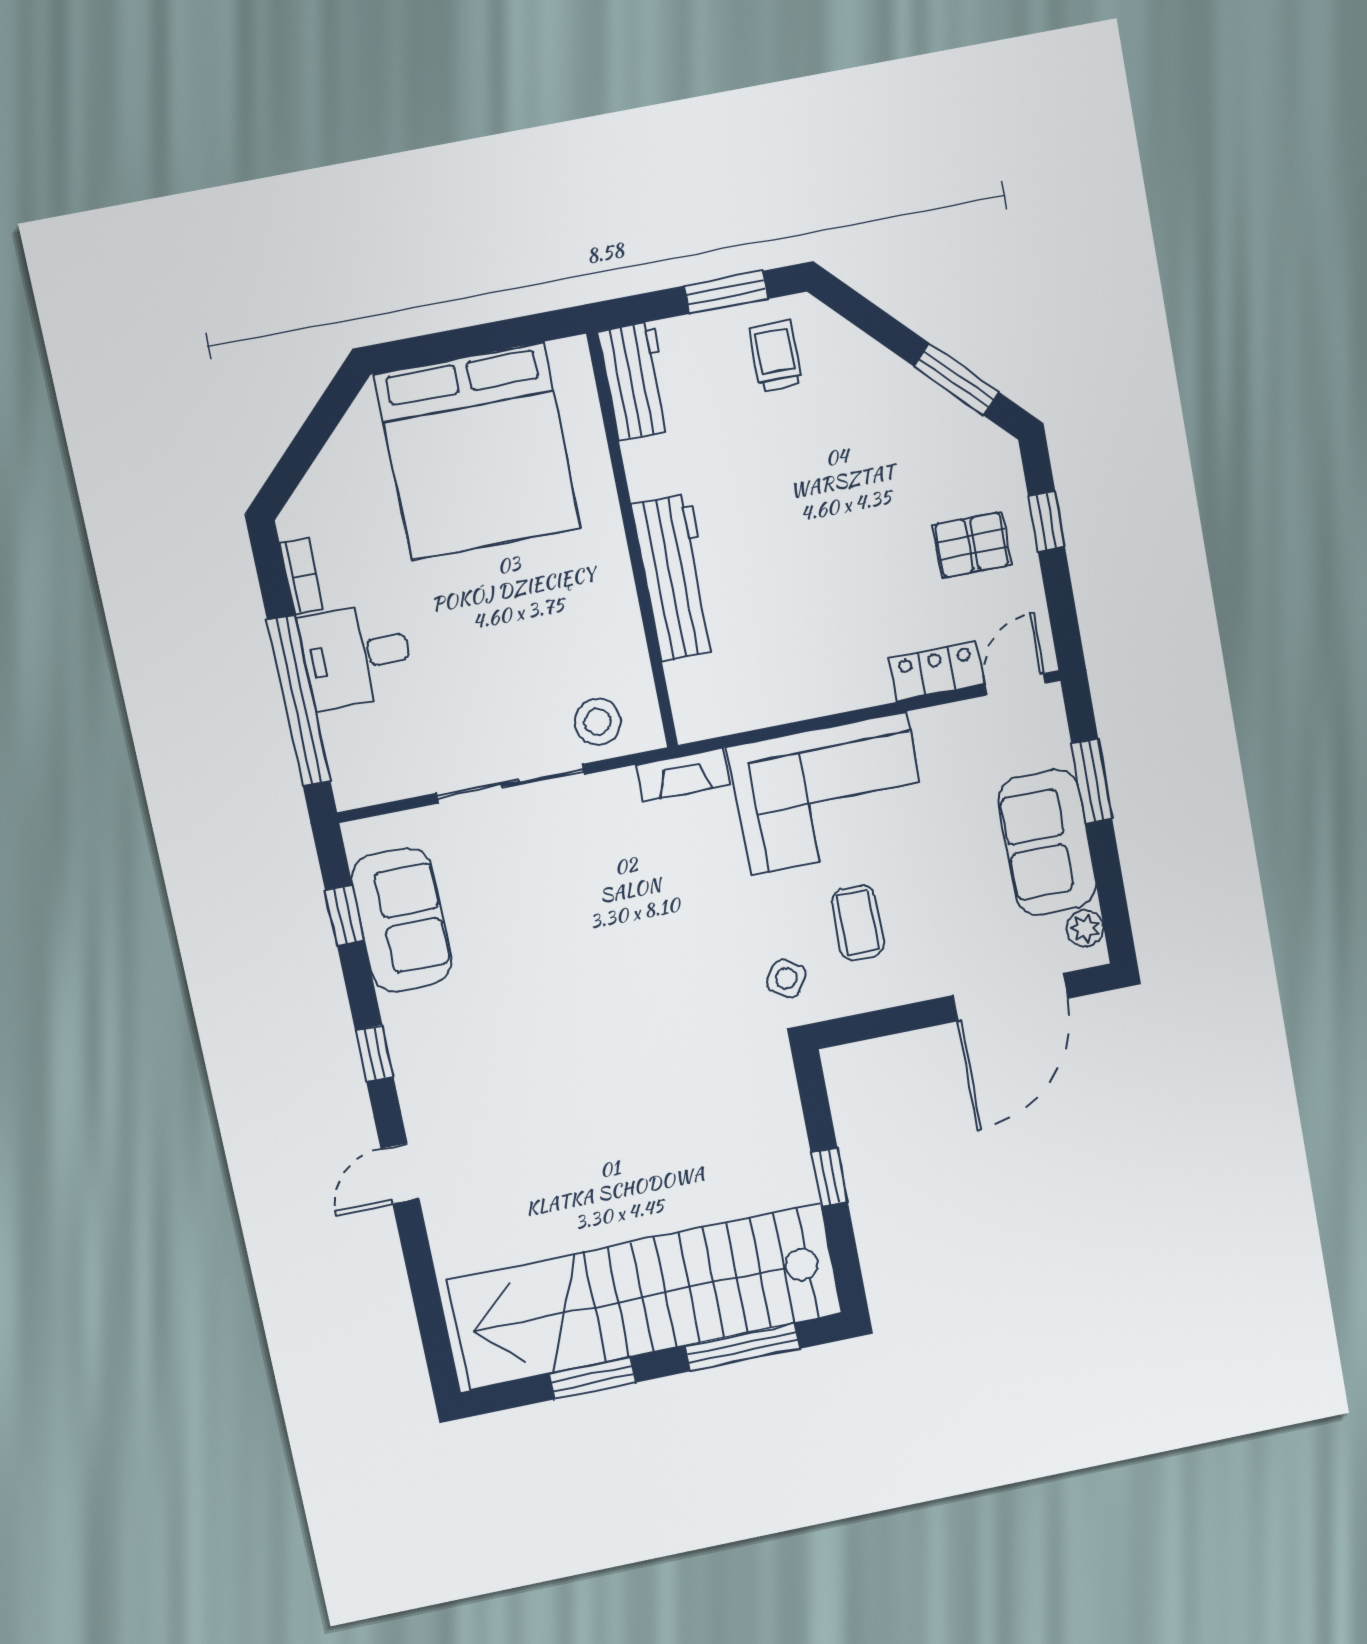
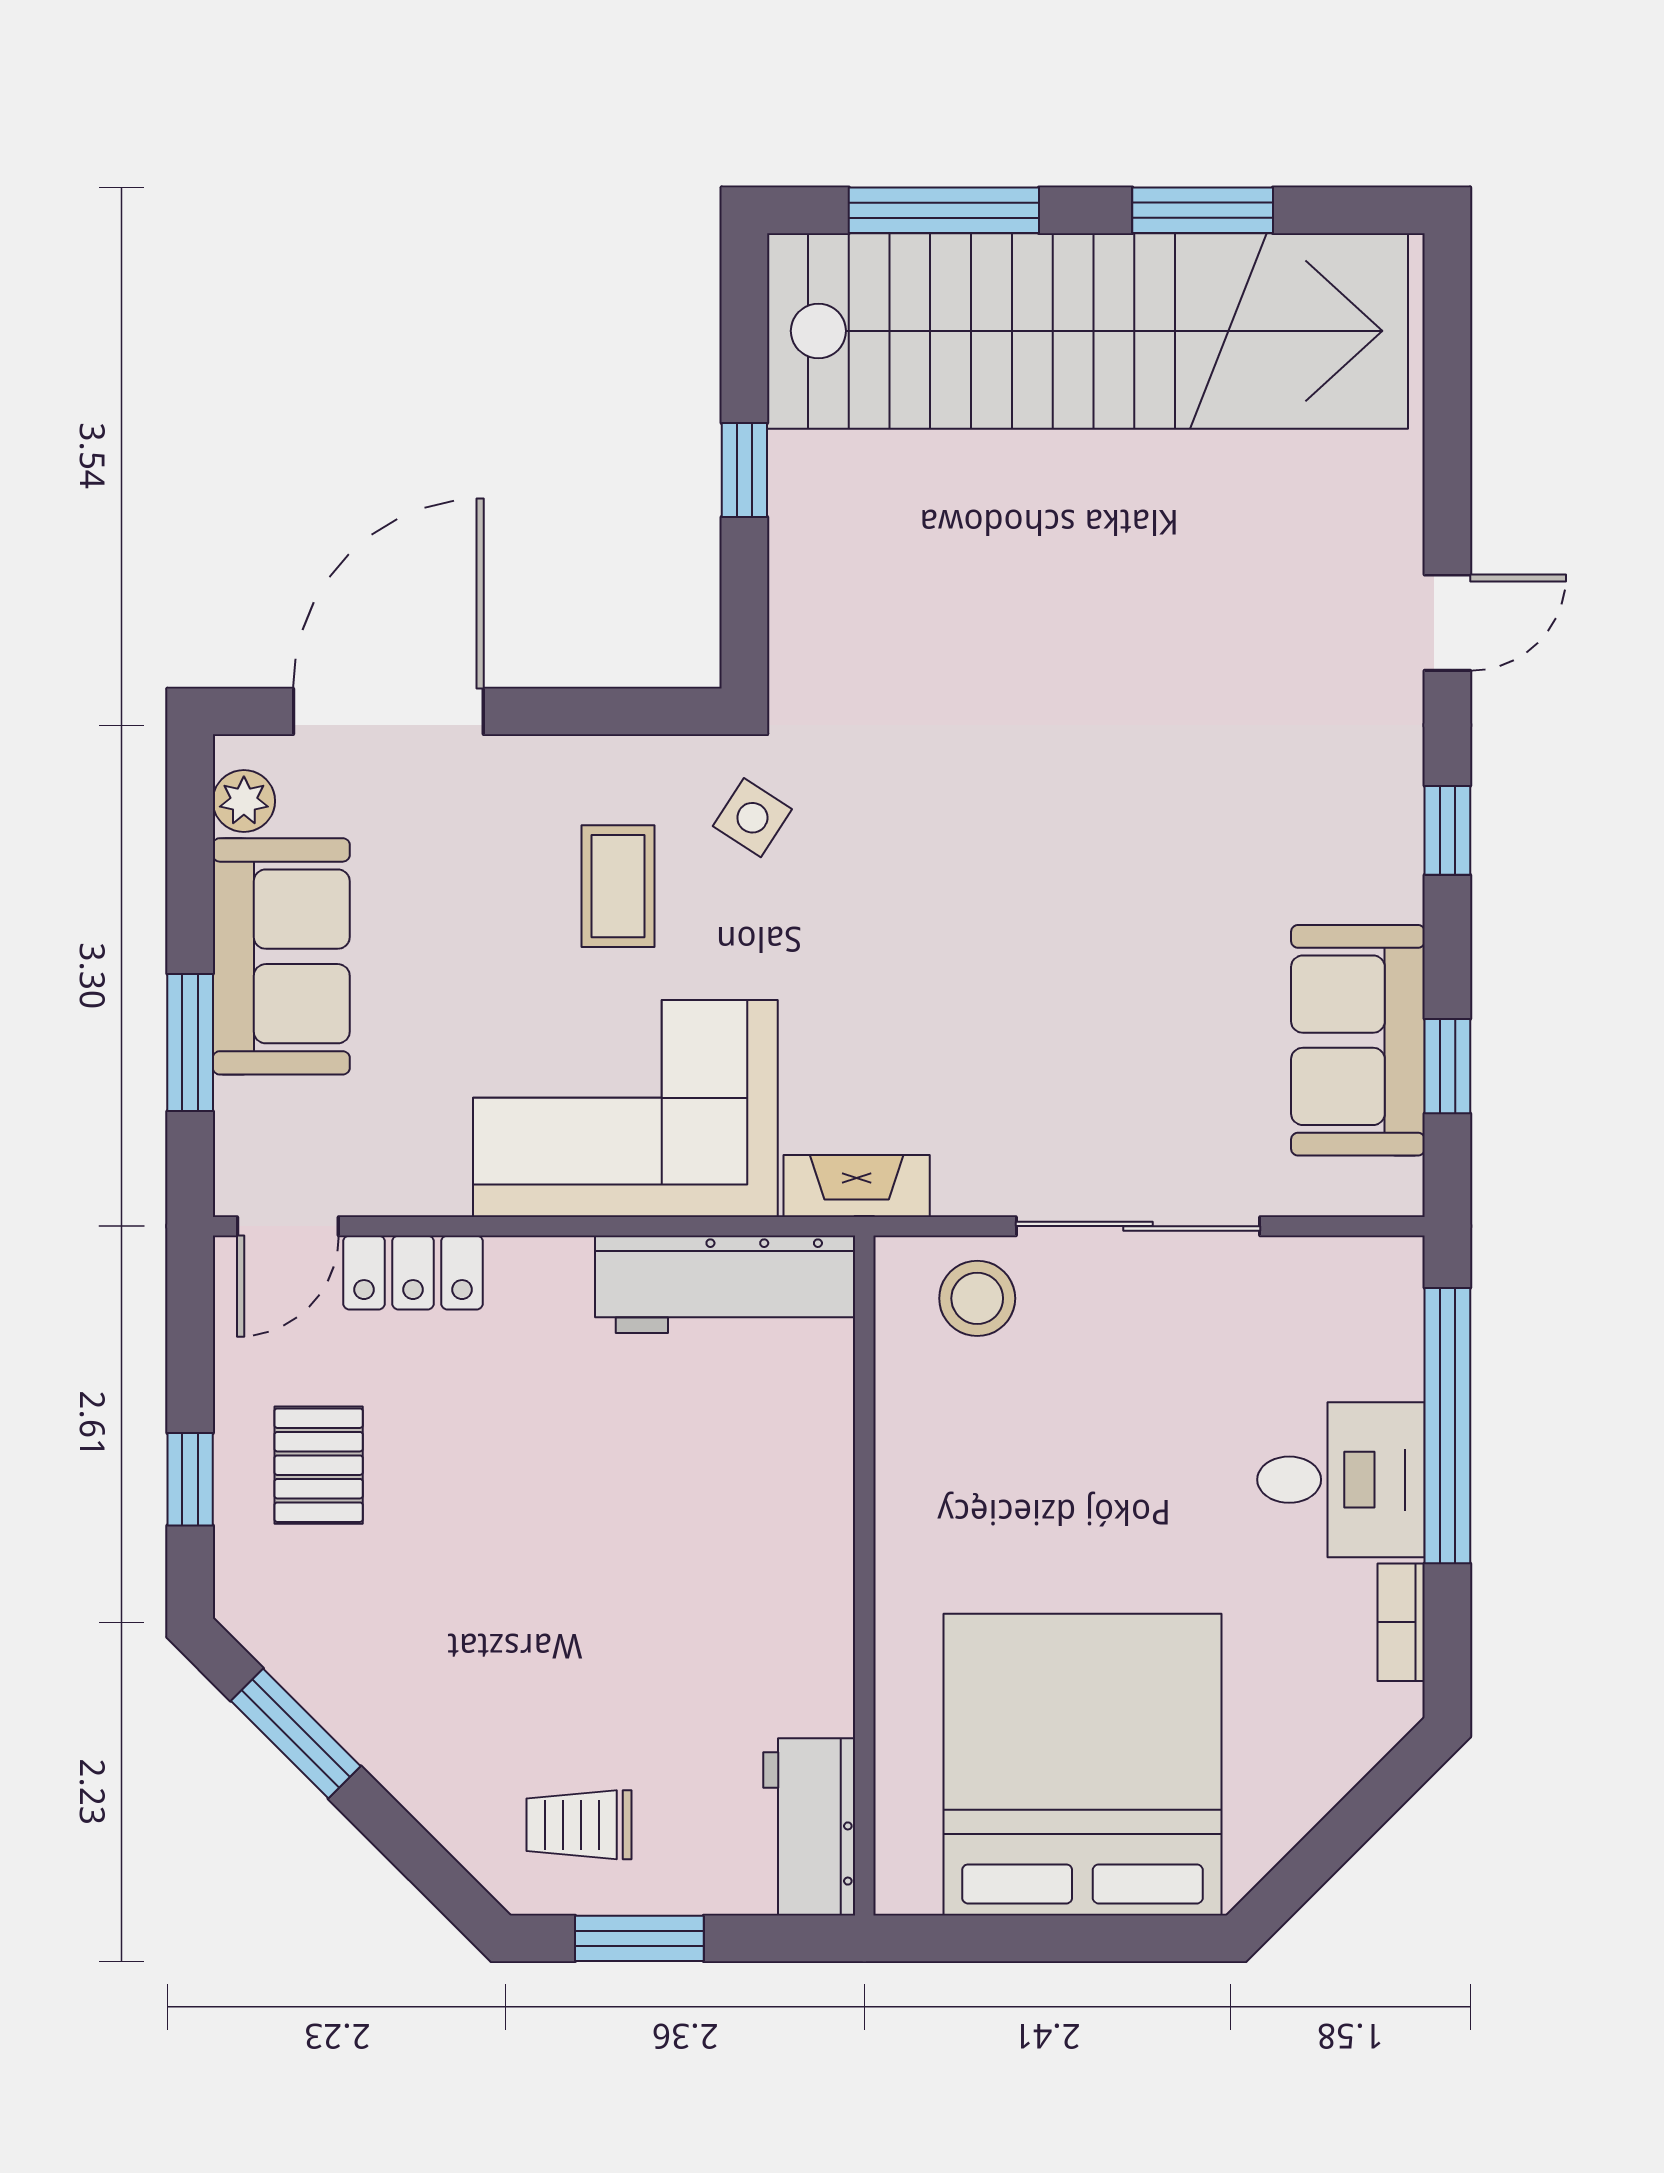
trolley: (776, 356) -> (579, 1825), turned 90
pallet: (972, 545) -> (319, 1465), turned 90
workbench: (676, 578) -> (725, 1284), moved, turned -90

